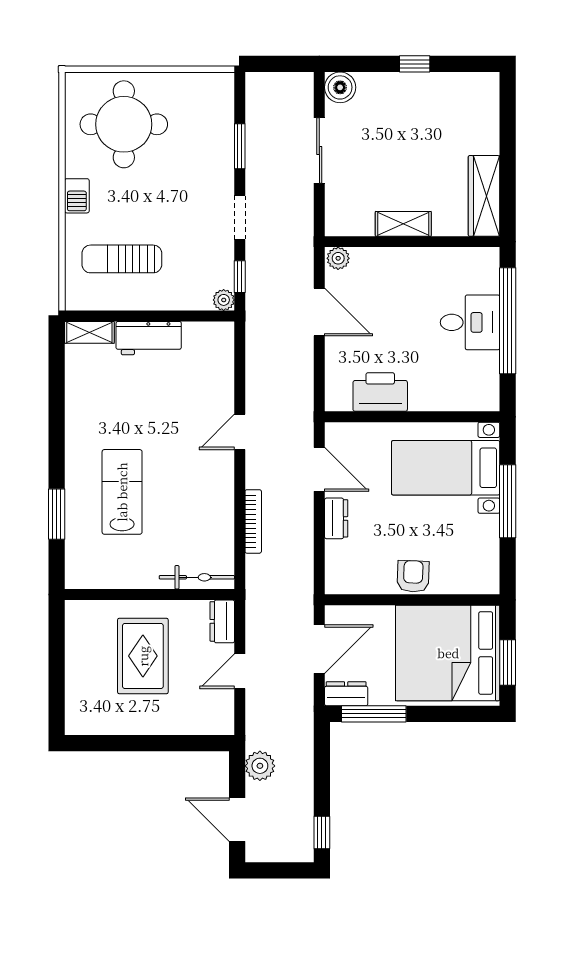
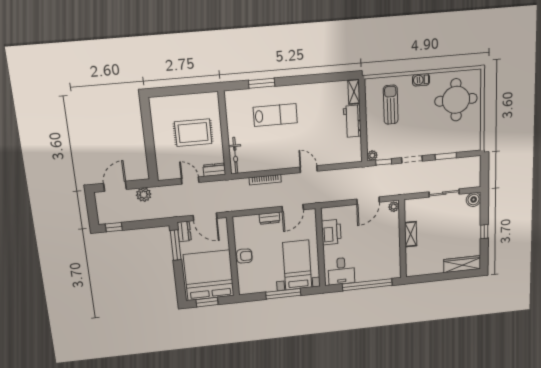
wardrobe: (484, 196) -> (462, 264), moved
desk: (470, 322) -> (341, 271), moved

